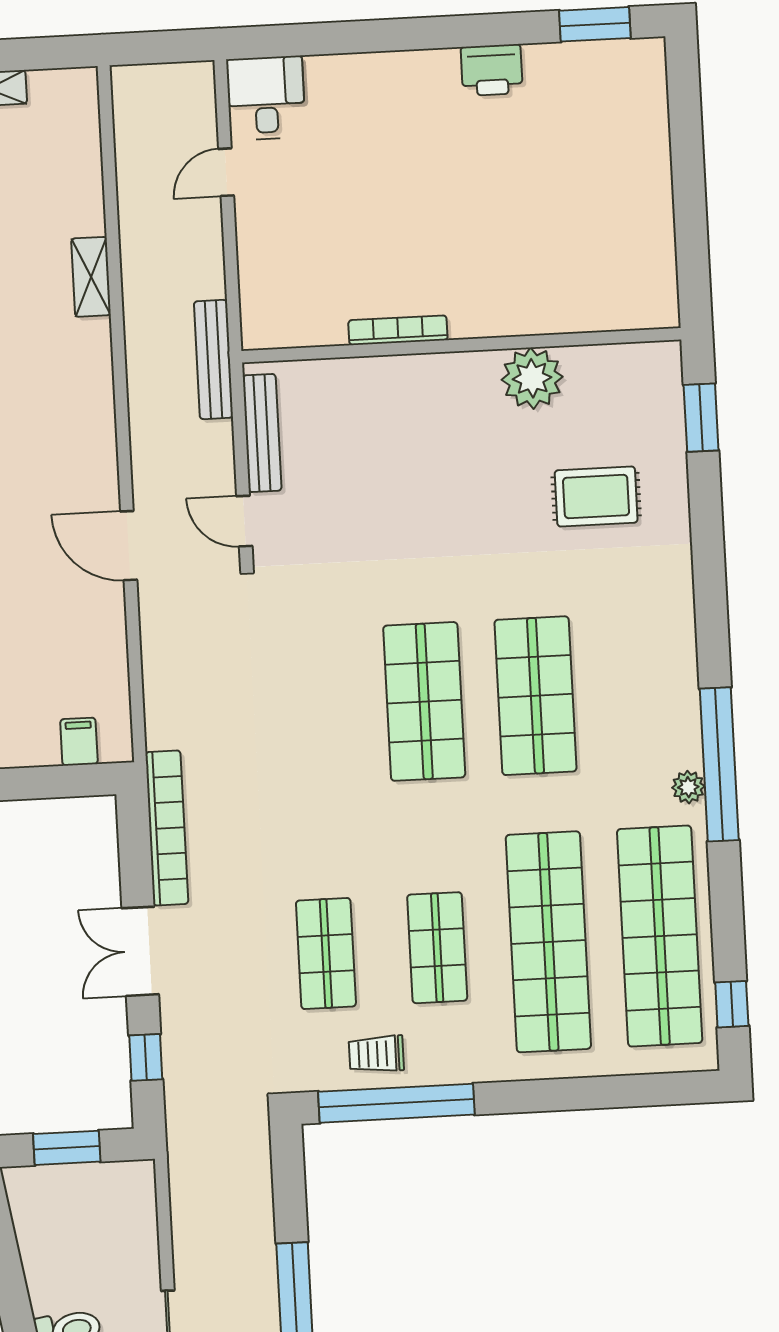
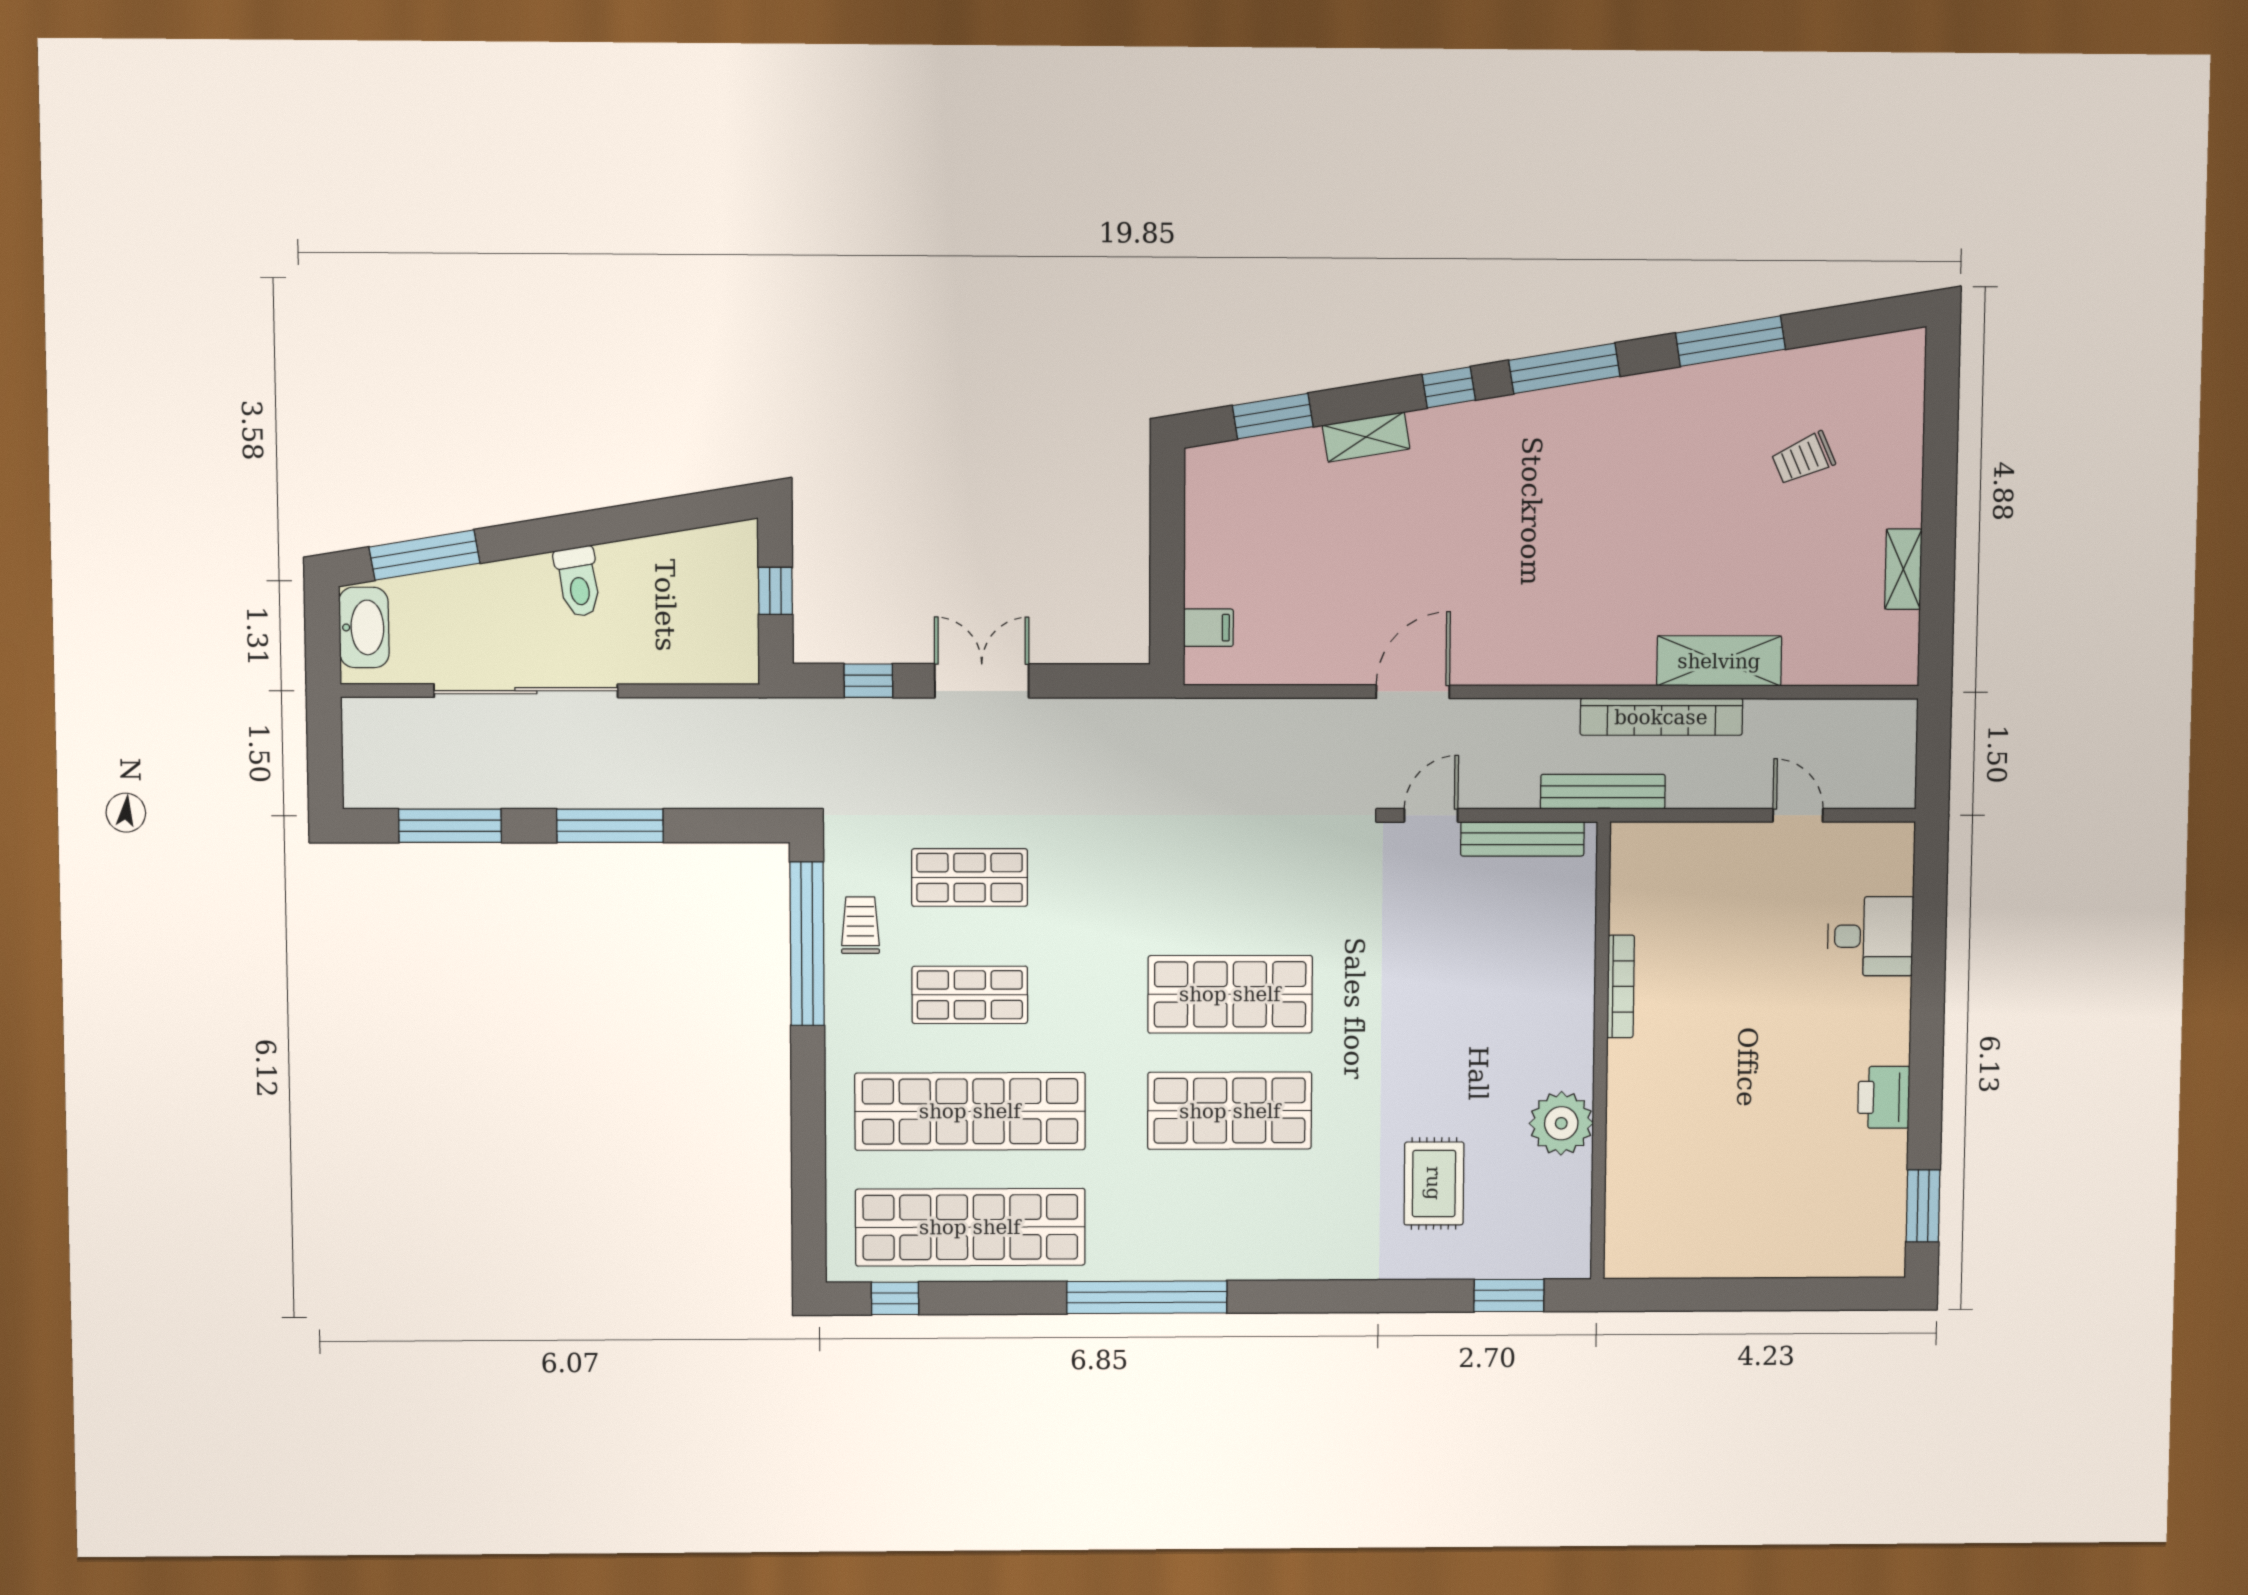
desk: (266, 98) -> (1870, 936), moved
shelving: (91, 277) -> (1719, 661), width x1.50, depth x1.33
plant: (688, 787) -> (1125, 1264), removed
bookcase: (167, 828) -> (1661, 717), moved
window: (67, 1148) -> (775, 591), width x0.67

